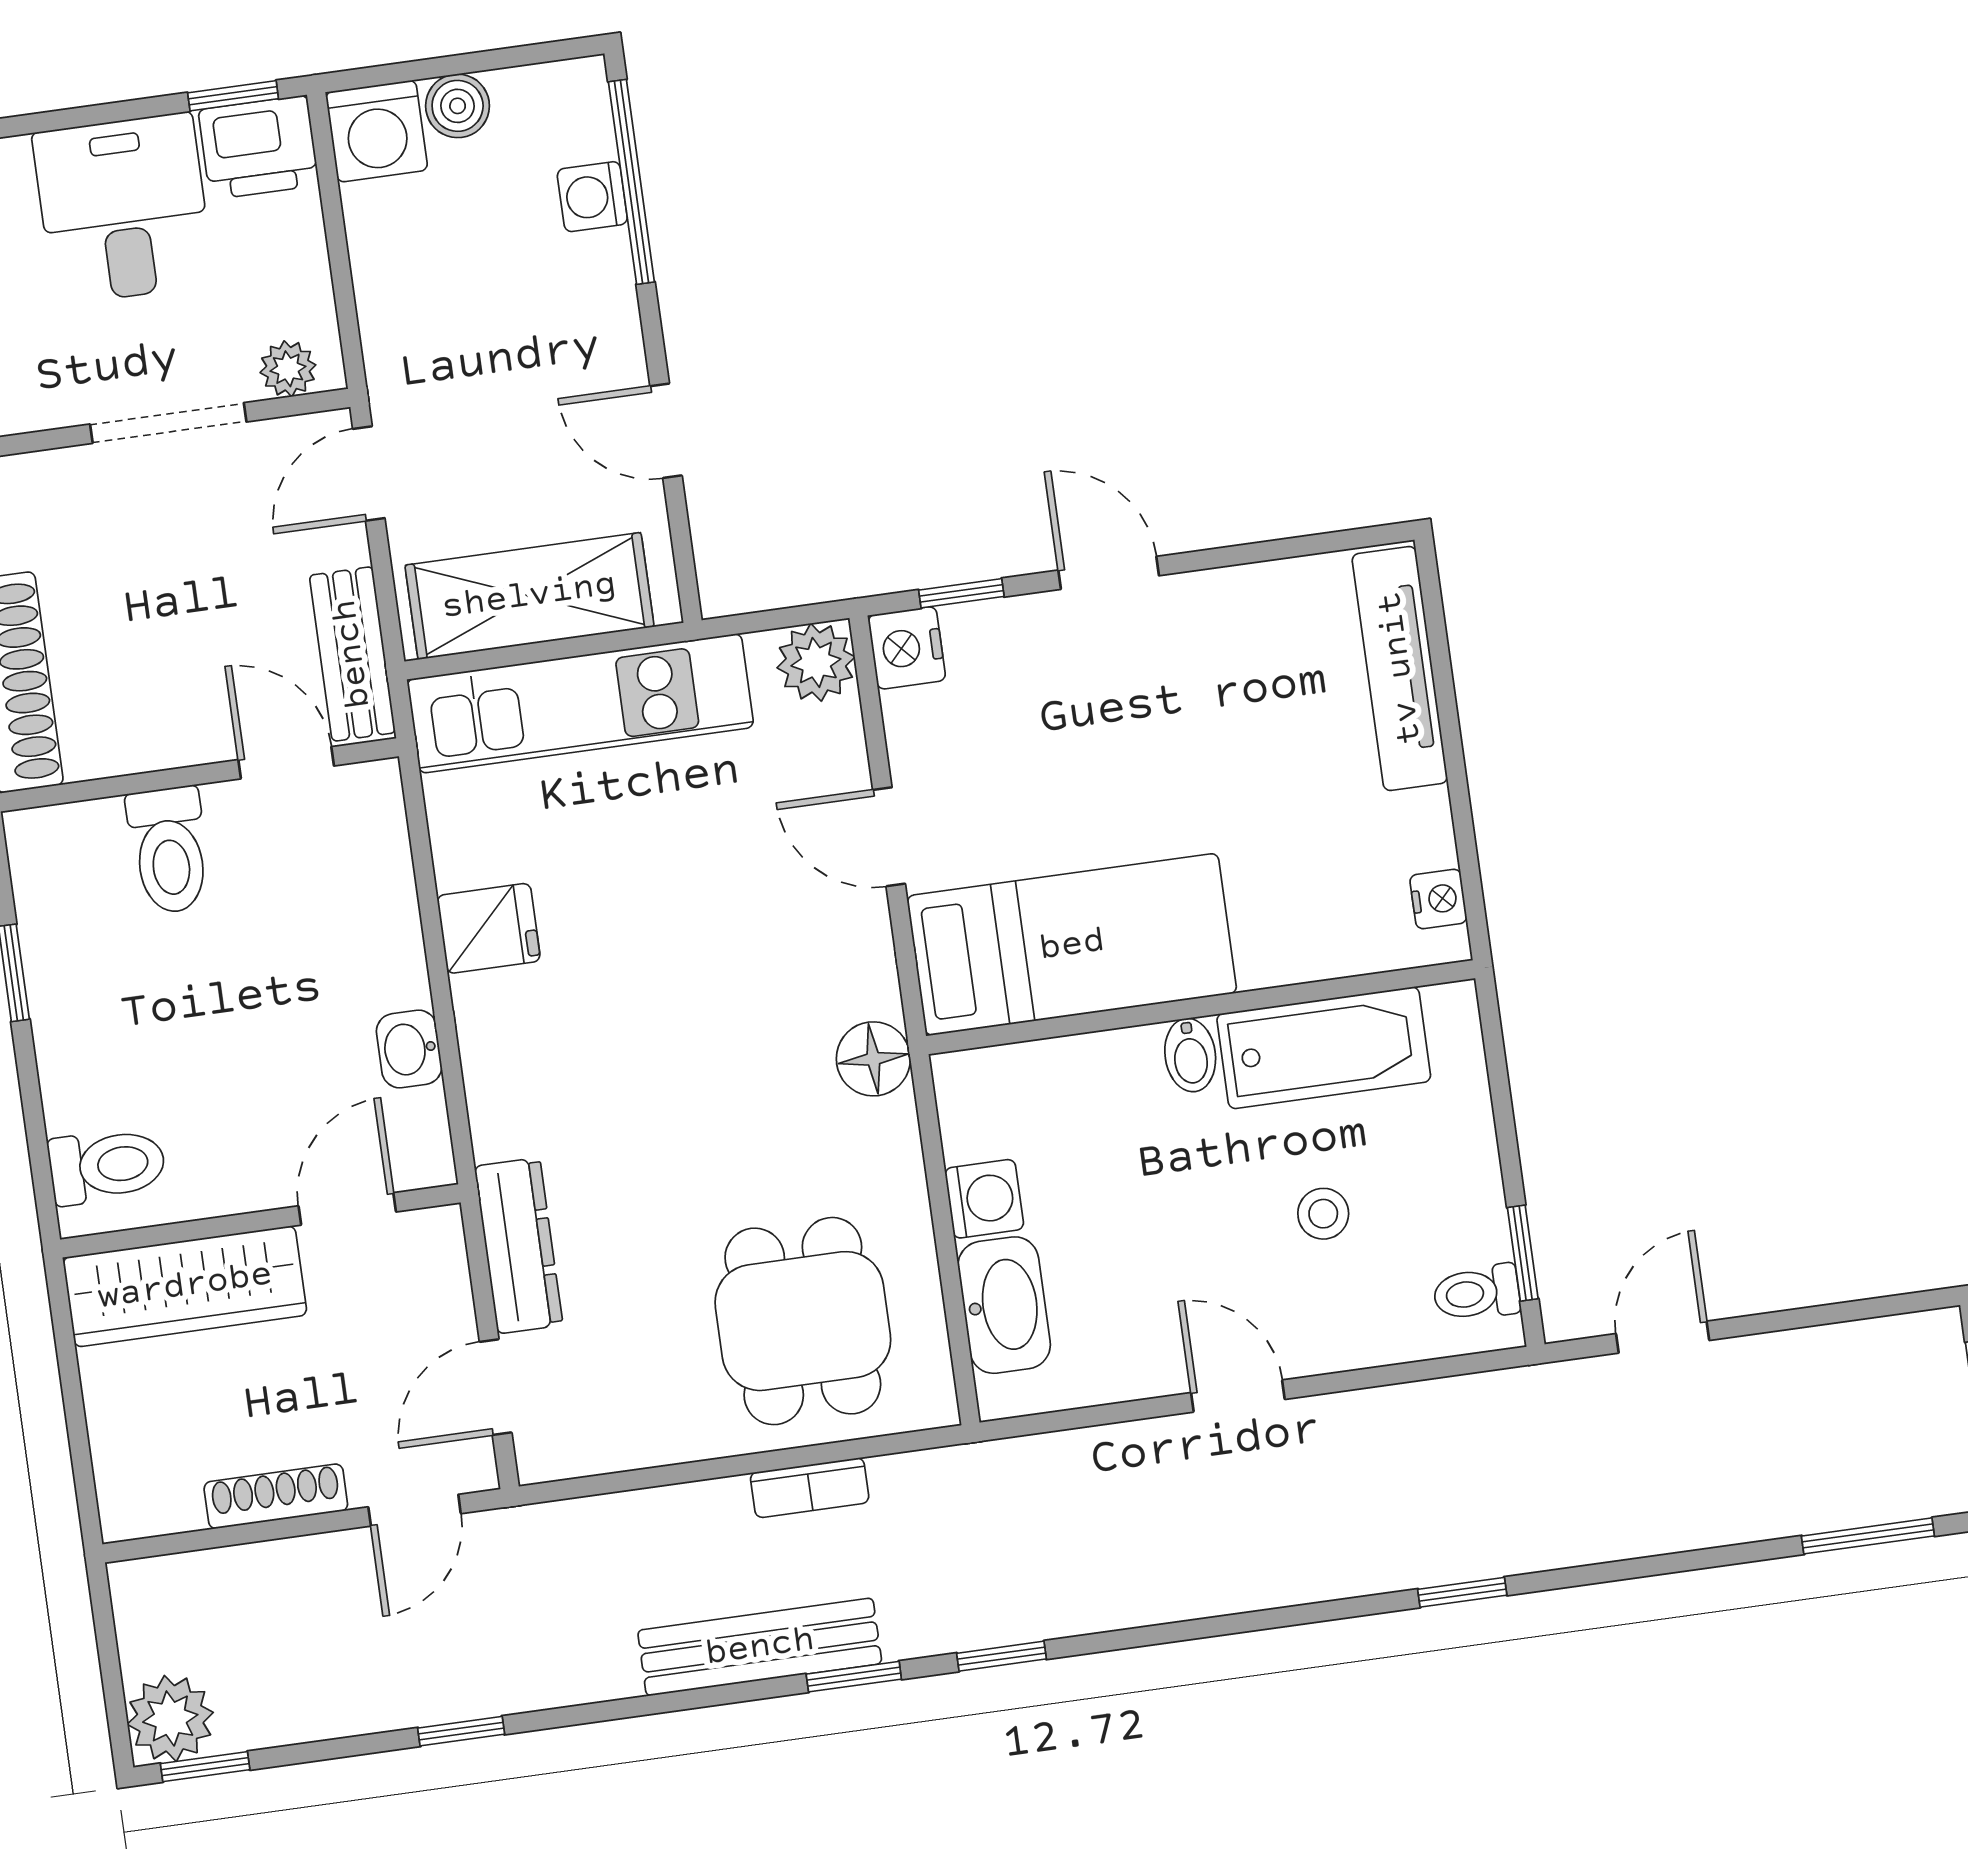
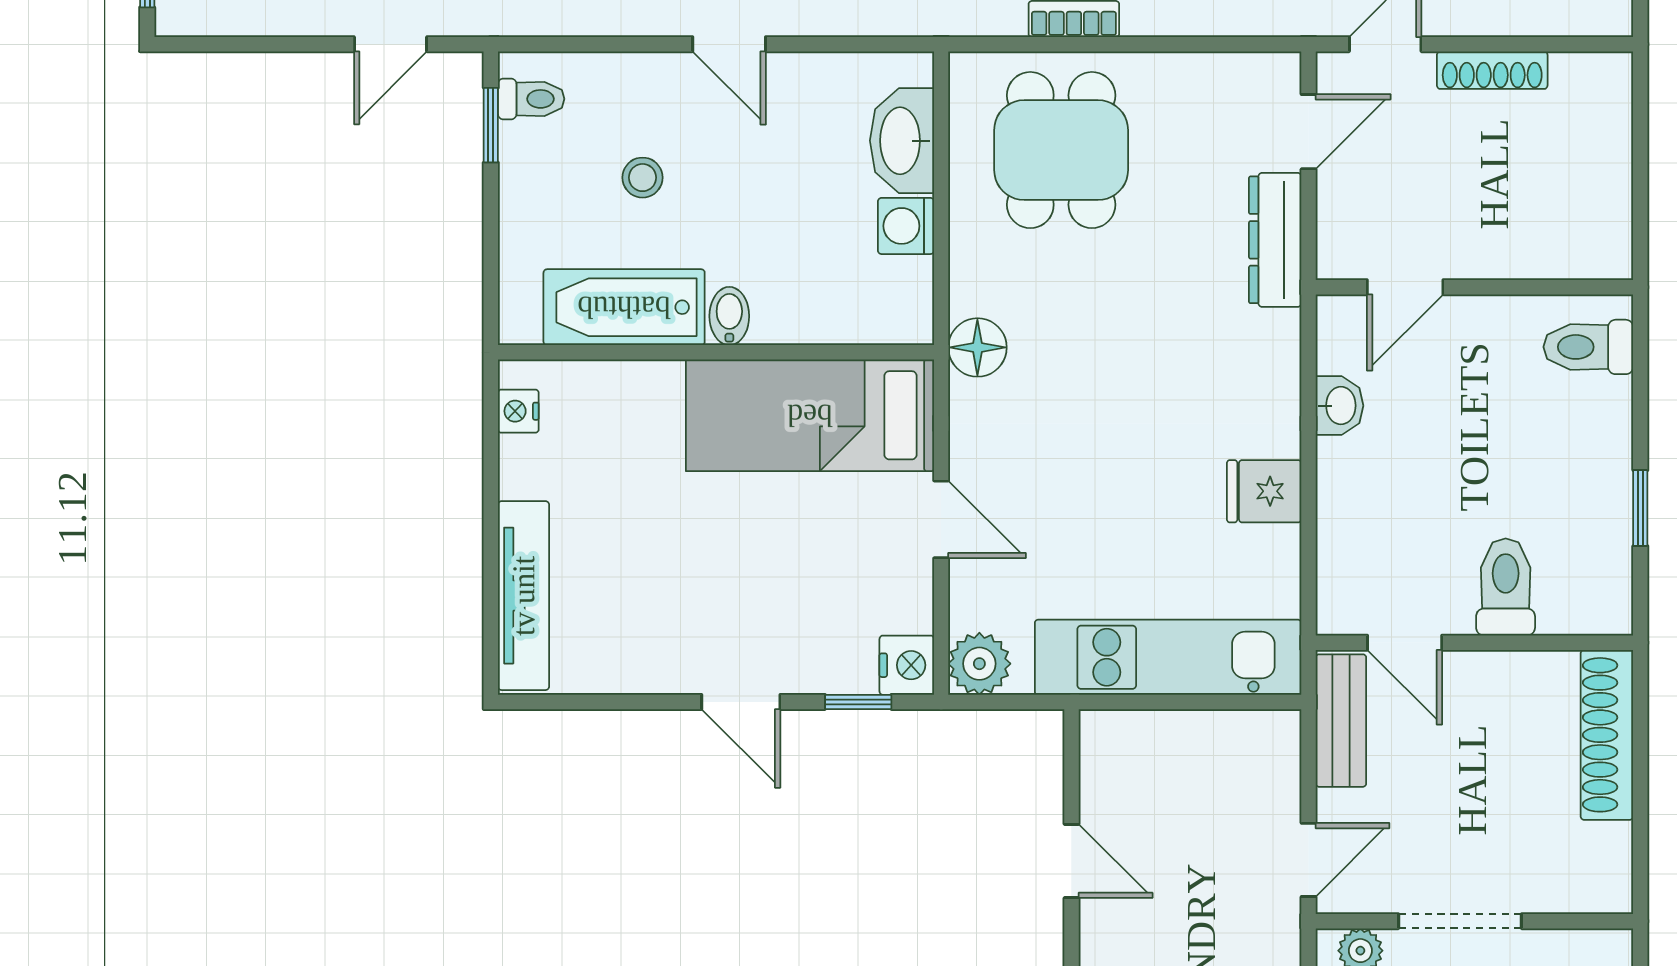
shelving: (529, 596) -> (1196, 747), removed
wardrobe: (185, 1286) -> (1541, 244), removed

